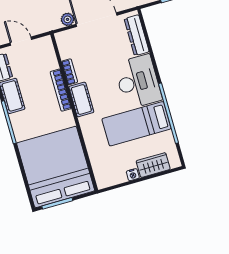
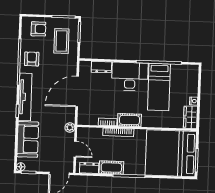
plant: (67, 19) -> (70, 128), moved
dresser: (137, 35) -> (101, 67), width x0.70
door: (21, 41) -> (75, 149), swing flipped
wardrobe: (153, 165) -> (190, 117), moved

